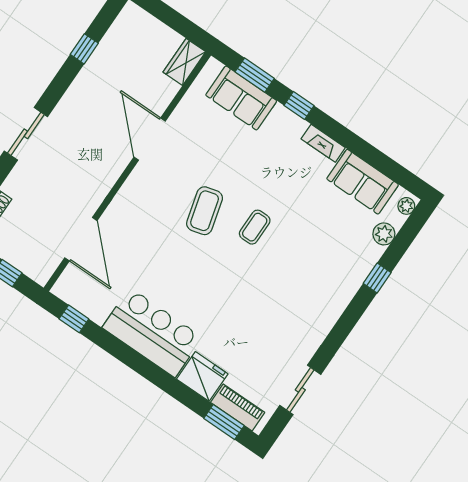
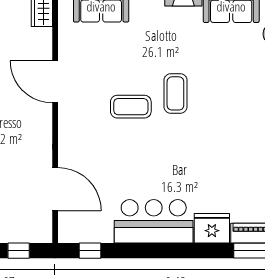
coffee table: (205, 211) -> (131, 107), turned -75
coffee table: (255, 227) -> (175, 93), width x1.36, depth x1.30

